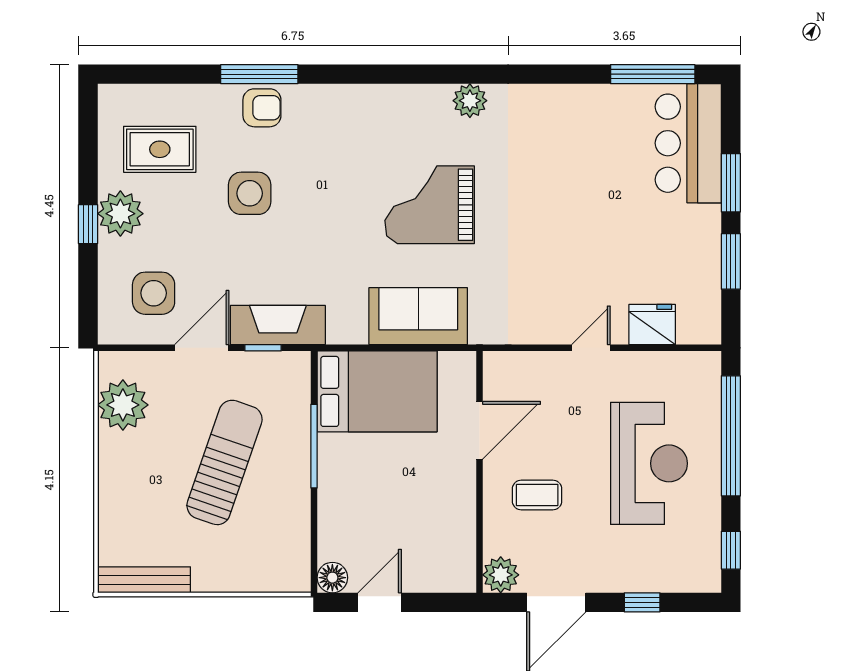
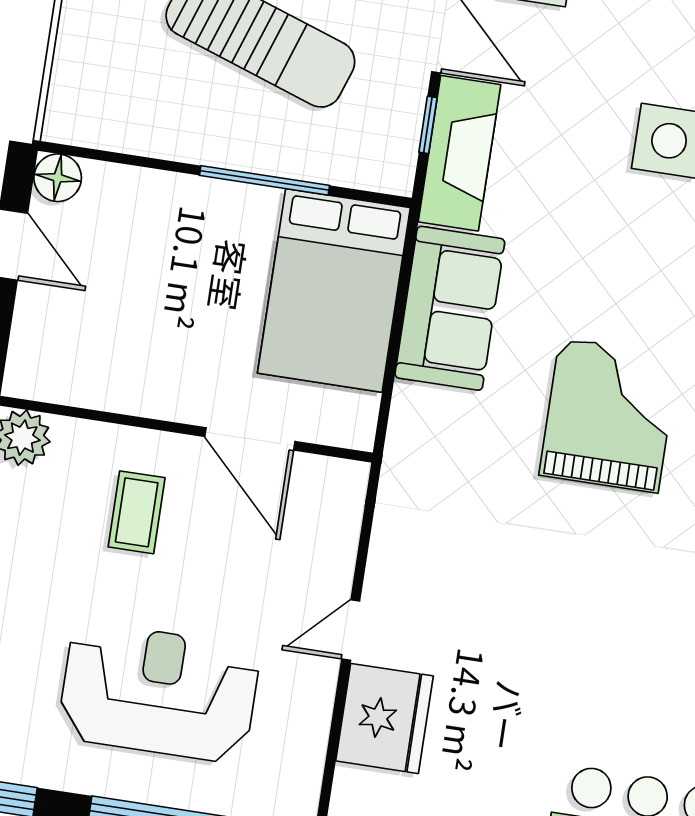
sofa: (418, 316) -> (450, 308), moved
fridge: (652, 325) -> (384, 718), width x1.36, depth x1.34
door: (591, 348) -> (351, 630), swing flipped
reception desk: (649, 463) -> (159, 692), turned 180

